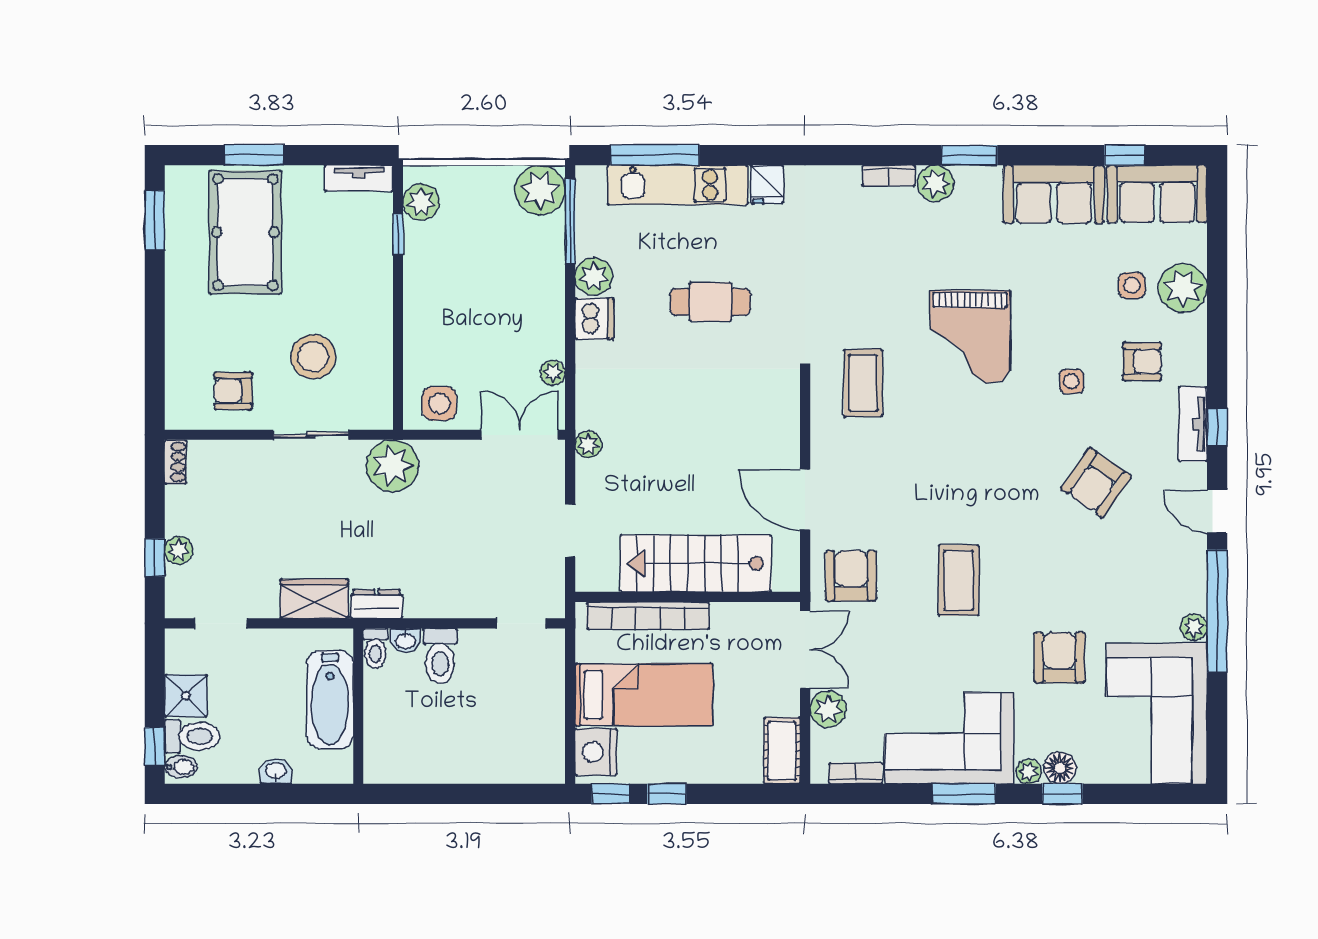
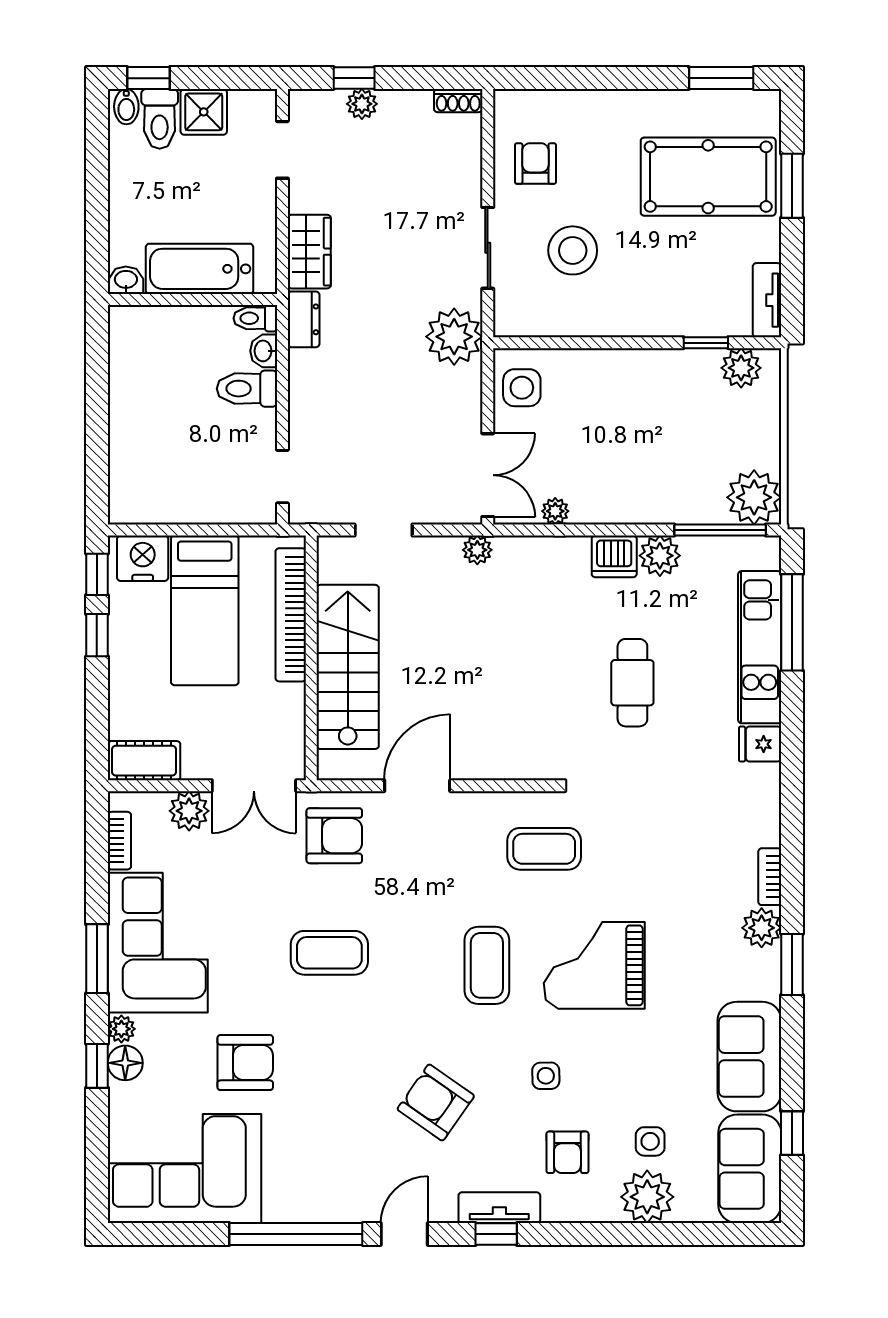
coffee table: (970, 436) -> (487, 965), added
plant: (1194, 627) -> (278, 1209), removed
washbasin: (276, 771) -> (126, 280), moved, turned -90

